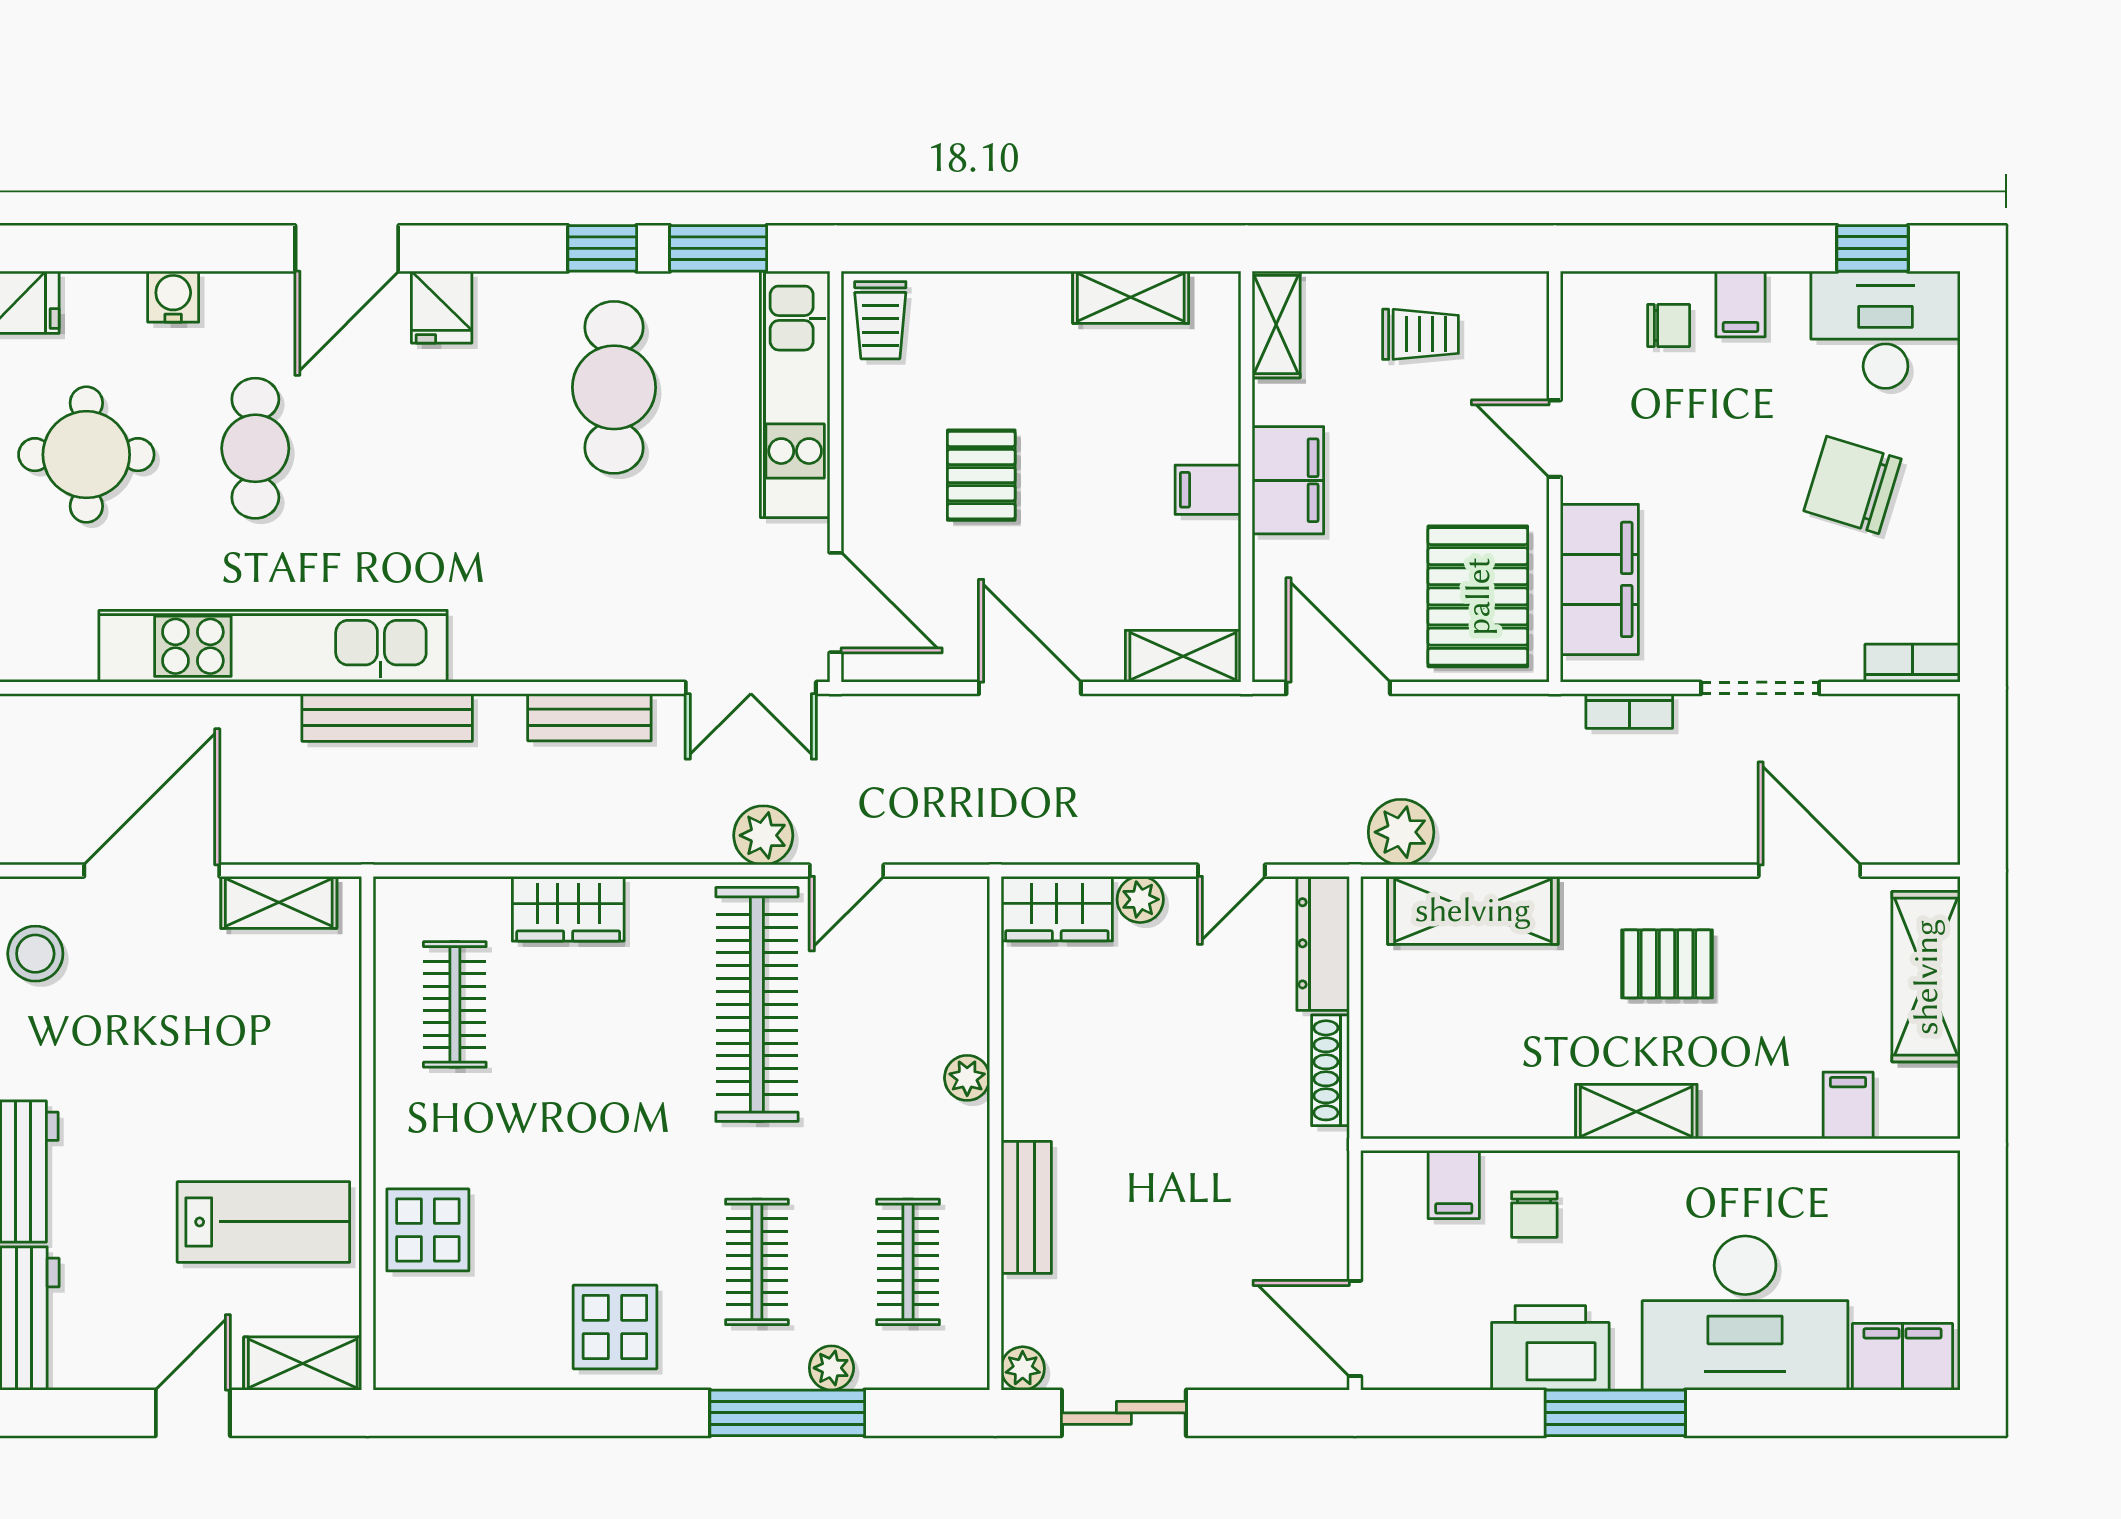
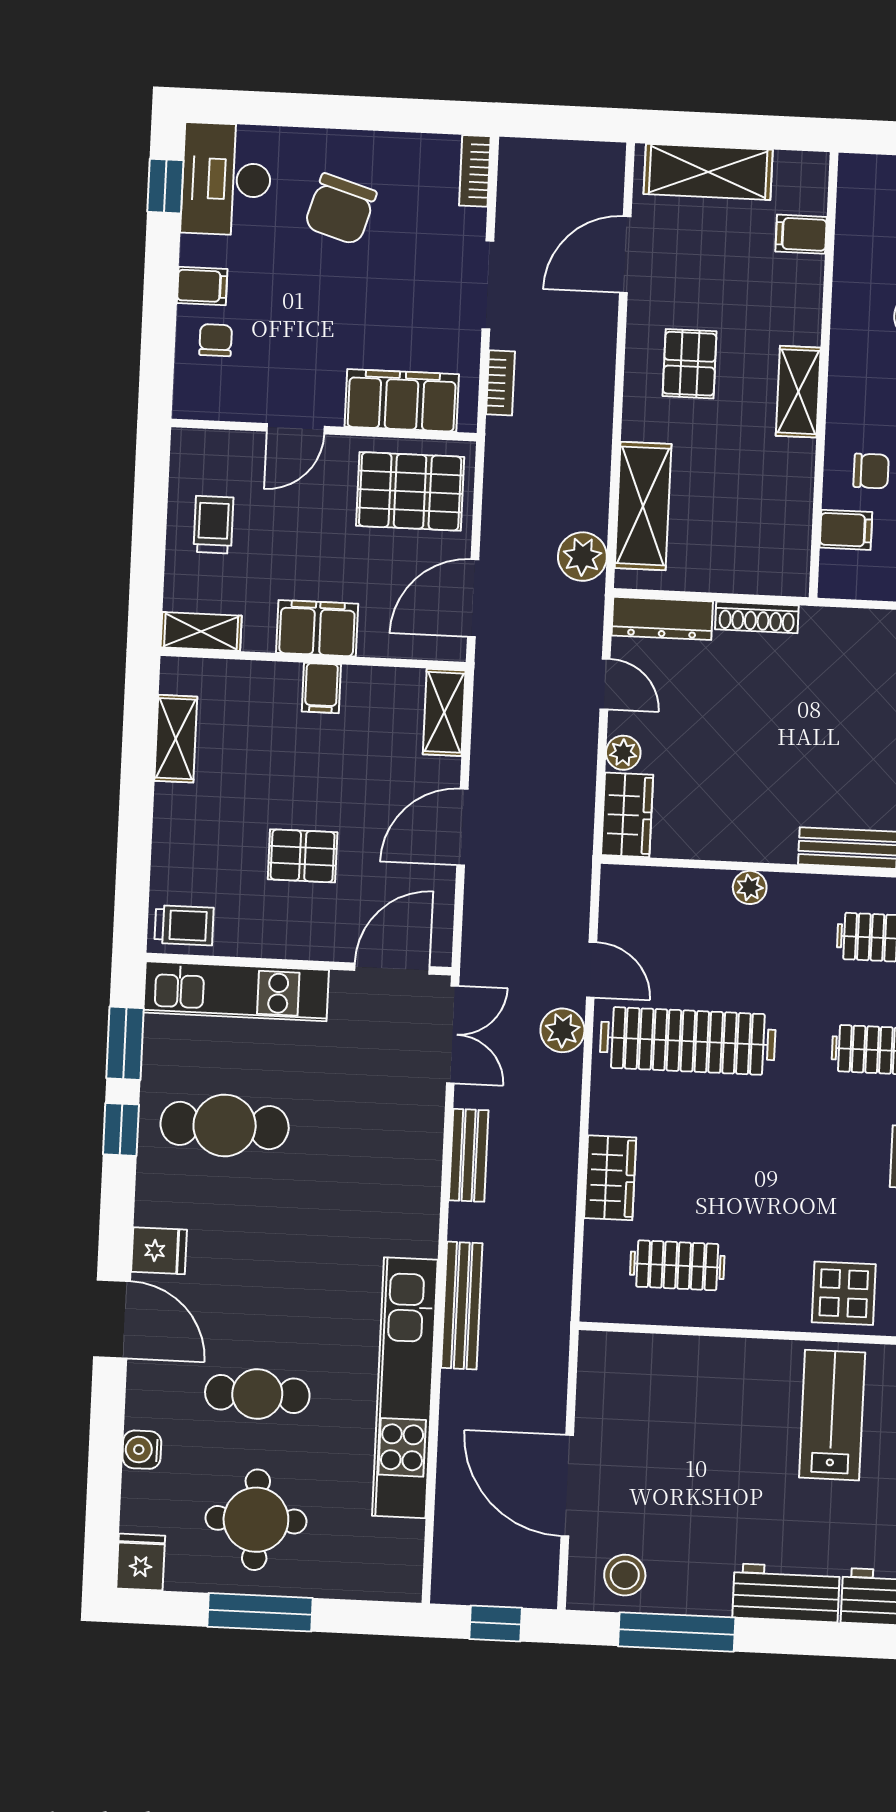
shelving: (279, 902) -> (595, 1392), removed

